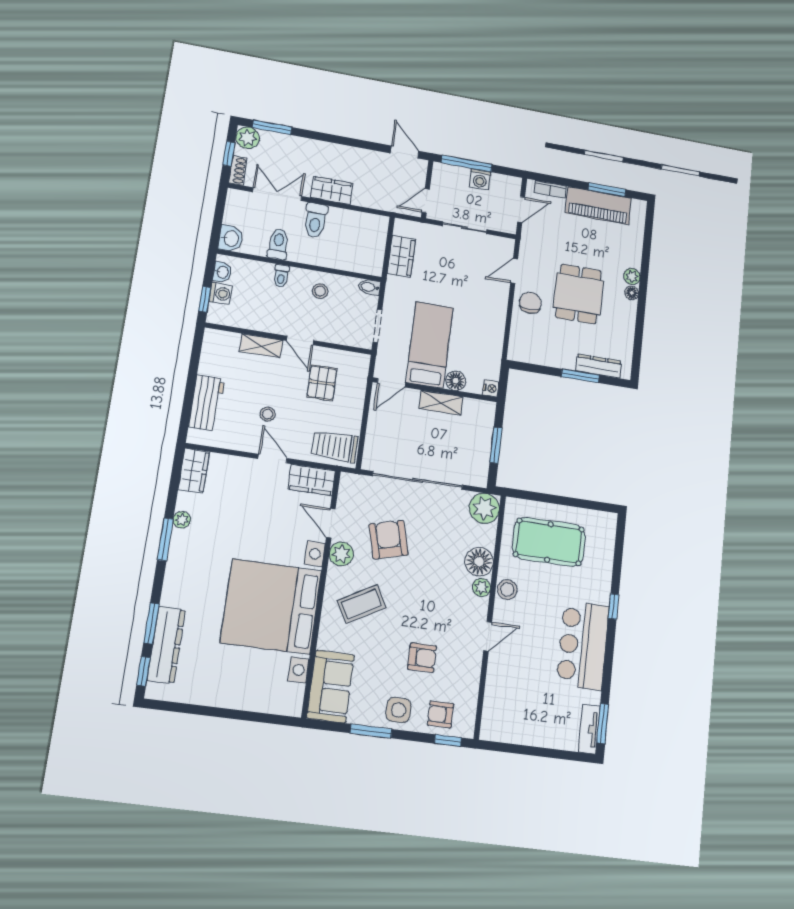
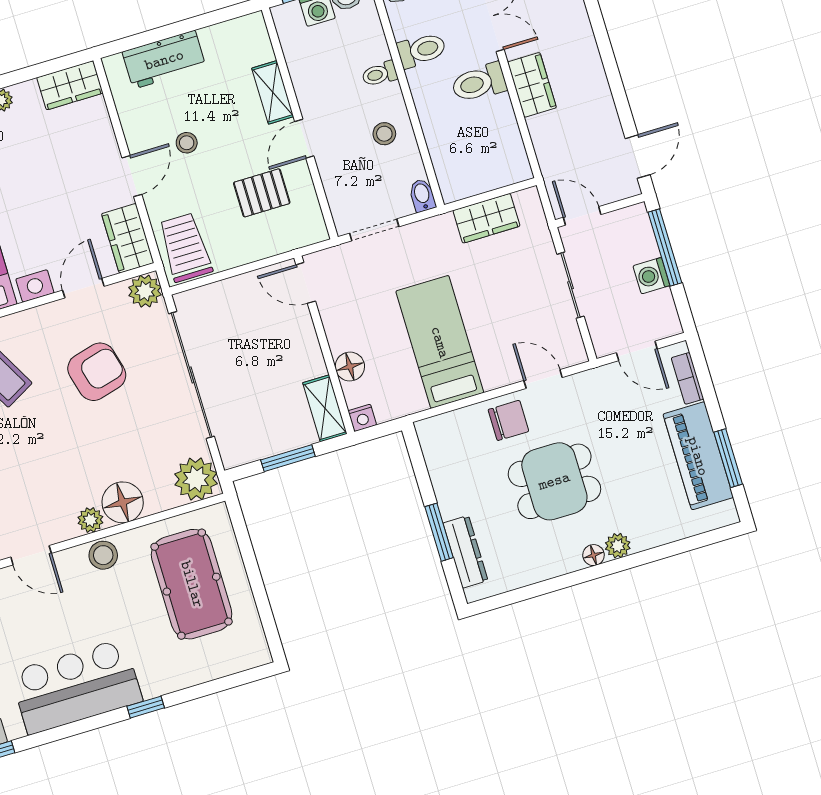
bed: (430, 345) -> (440, 342), moved, turned -90
shelving: (441, 403) -> (325, 408), moved
plant: (341, 554) -> (145, 291), moved

